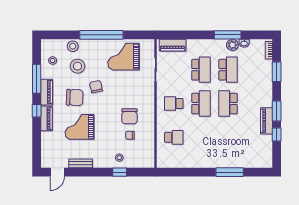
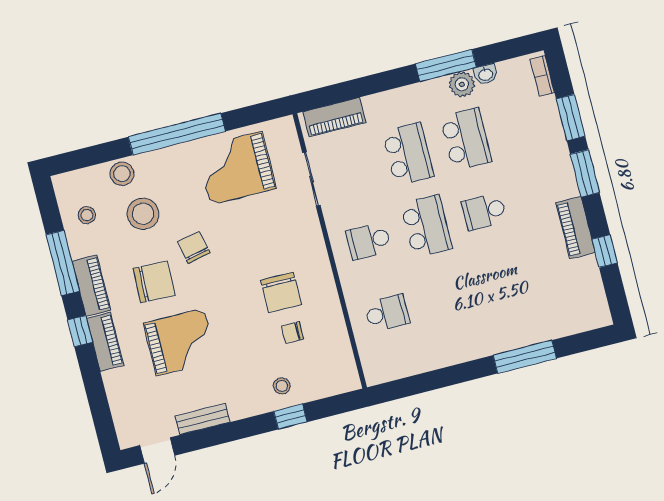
school desk: (228, 103) -> (484, 211), width x0.54
window: (277, 111) -> (585, 173), moved
grand piano: (80, 127) -> (180, 342), turned 180

